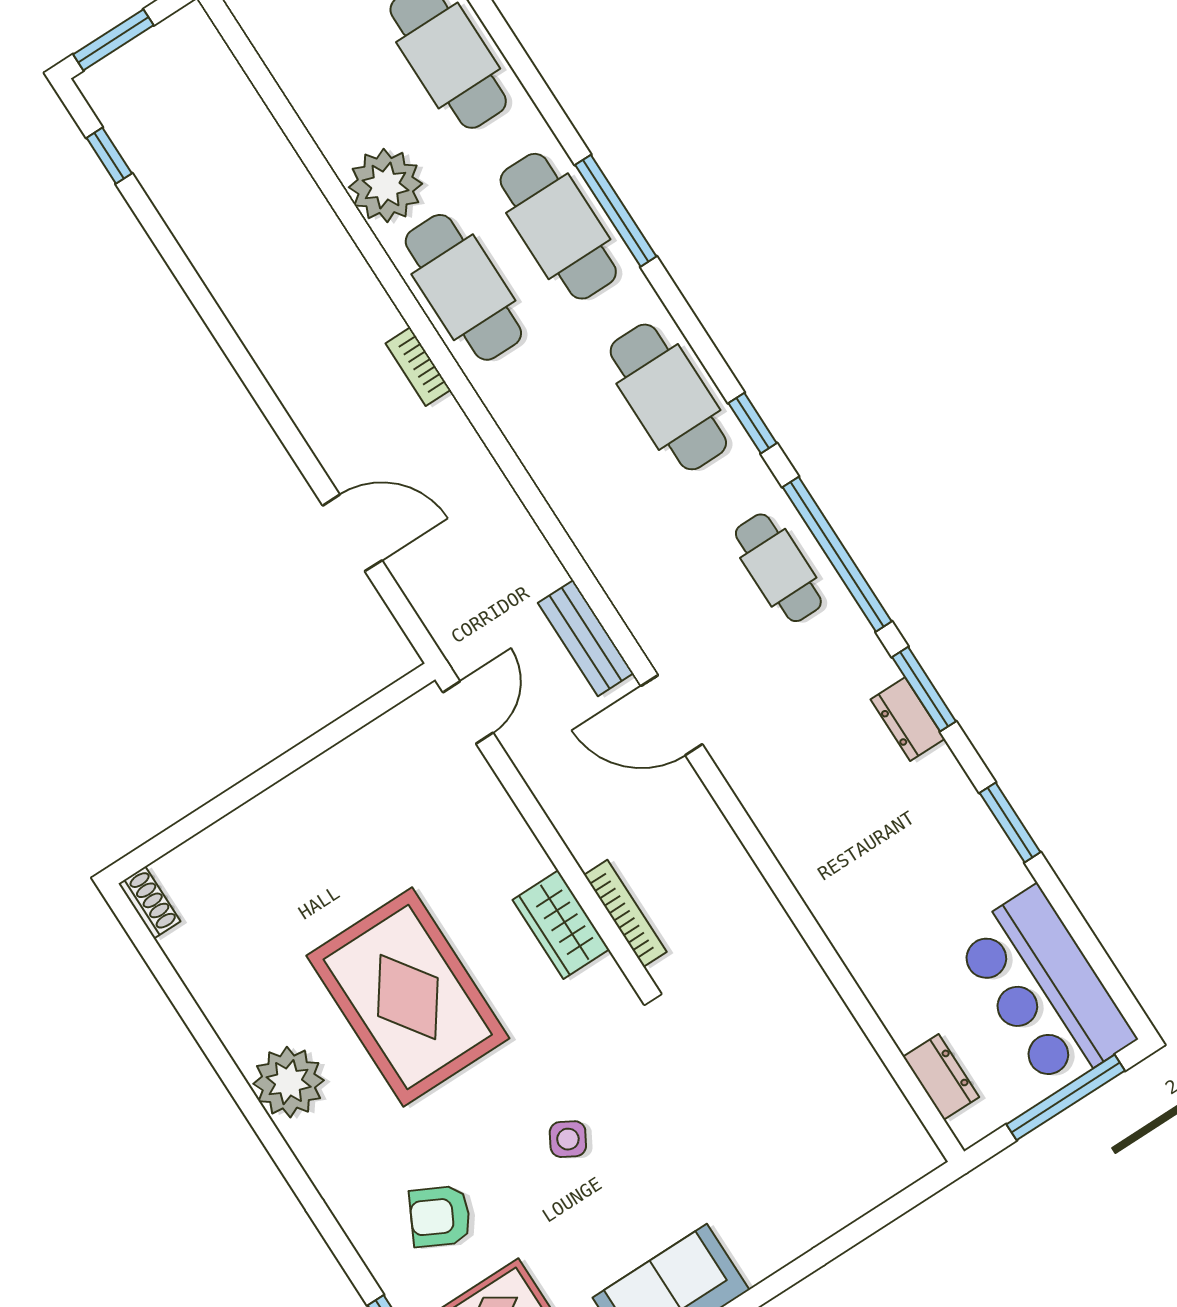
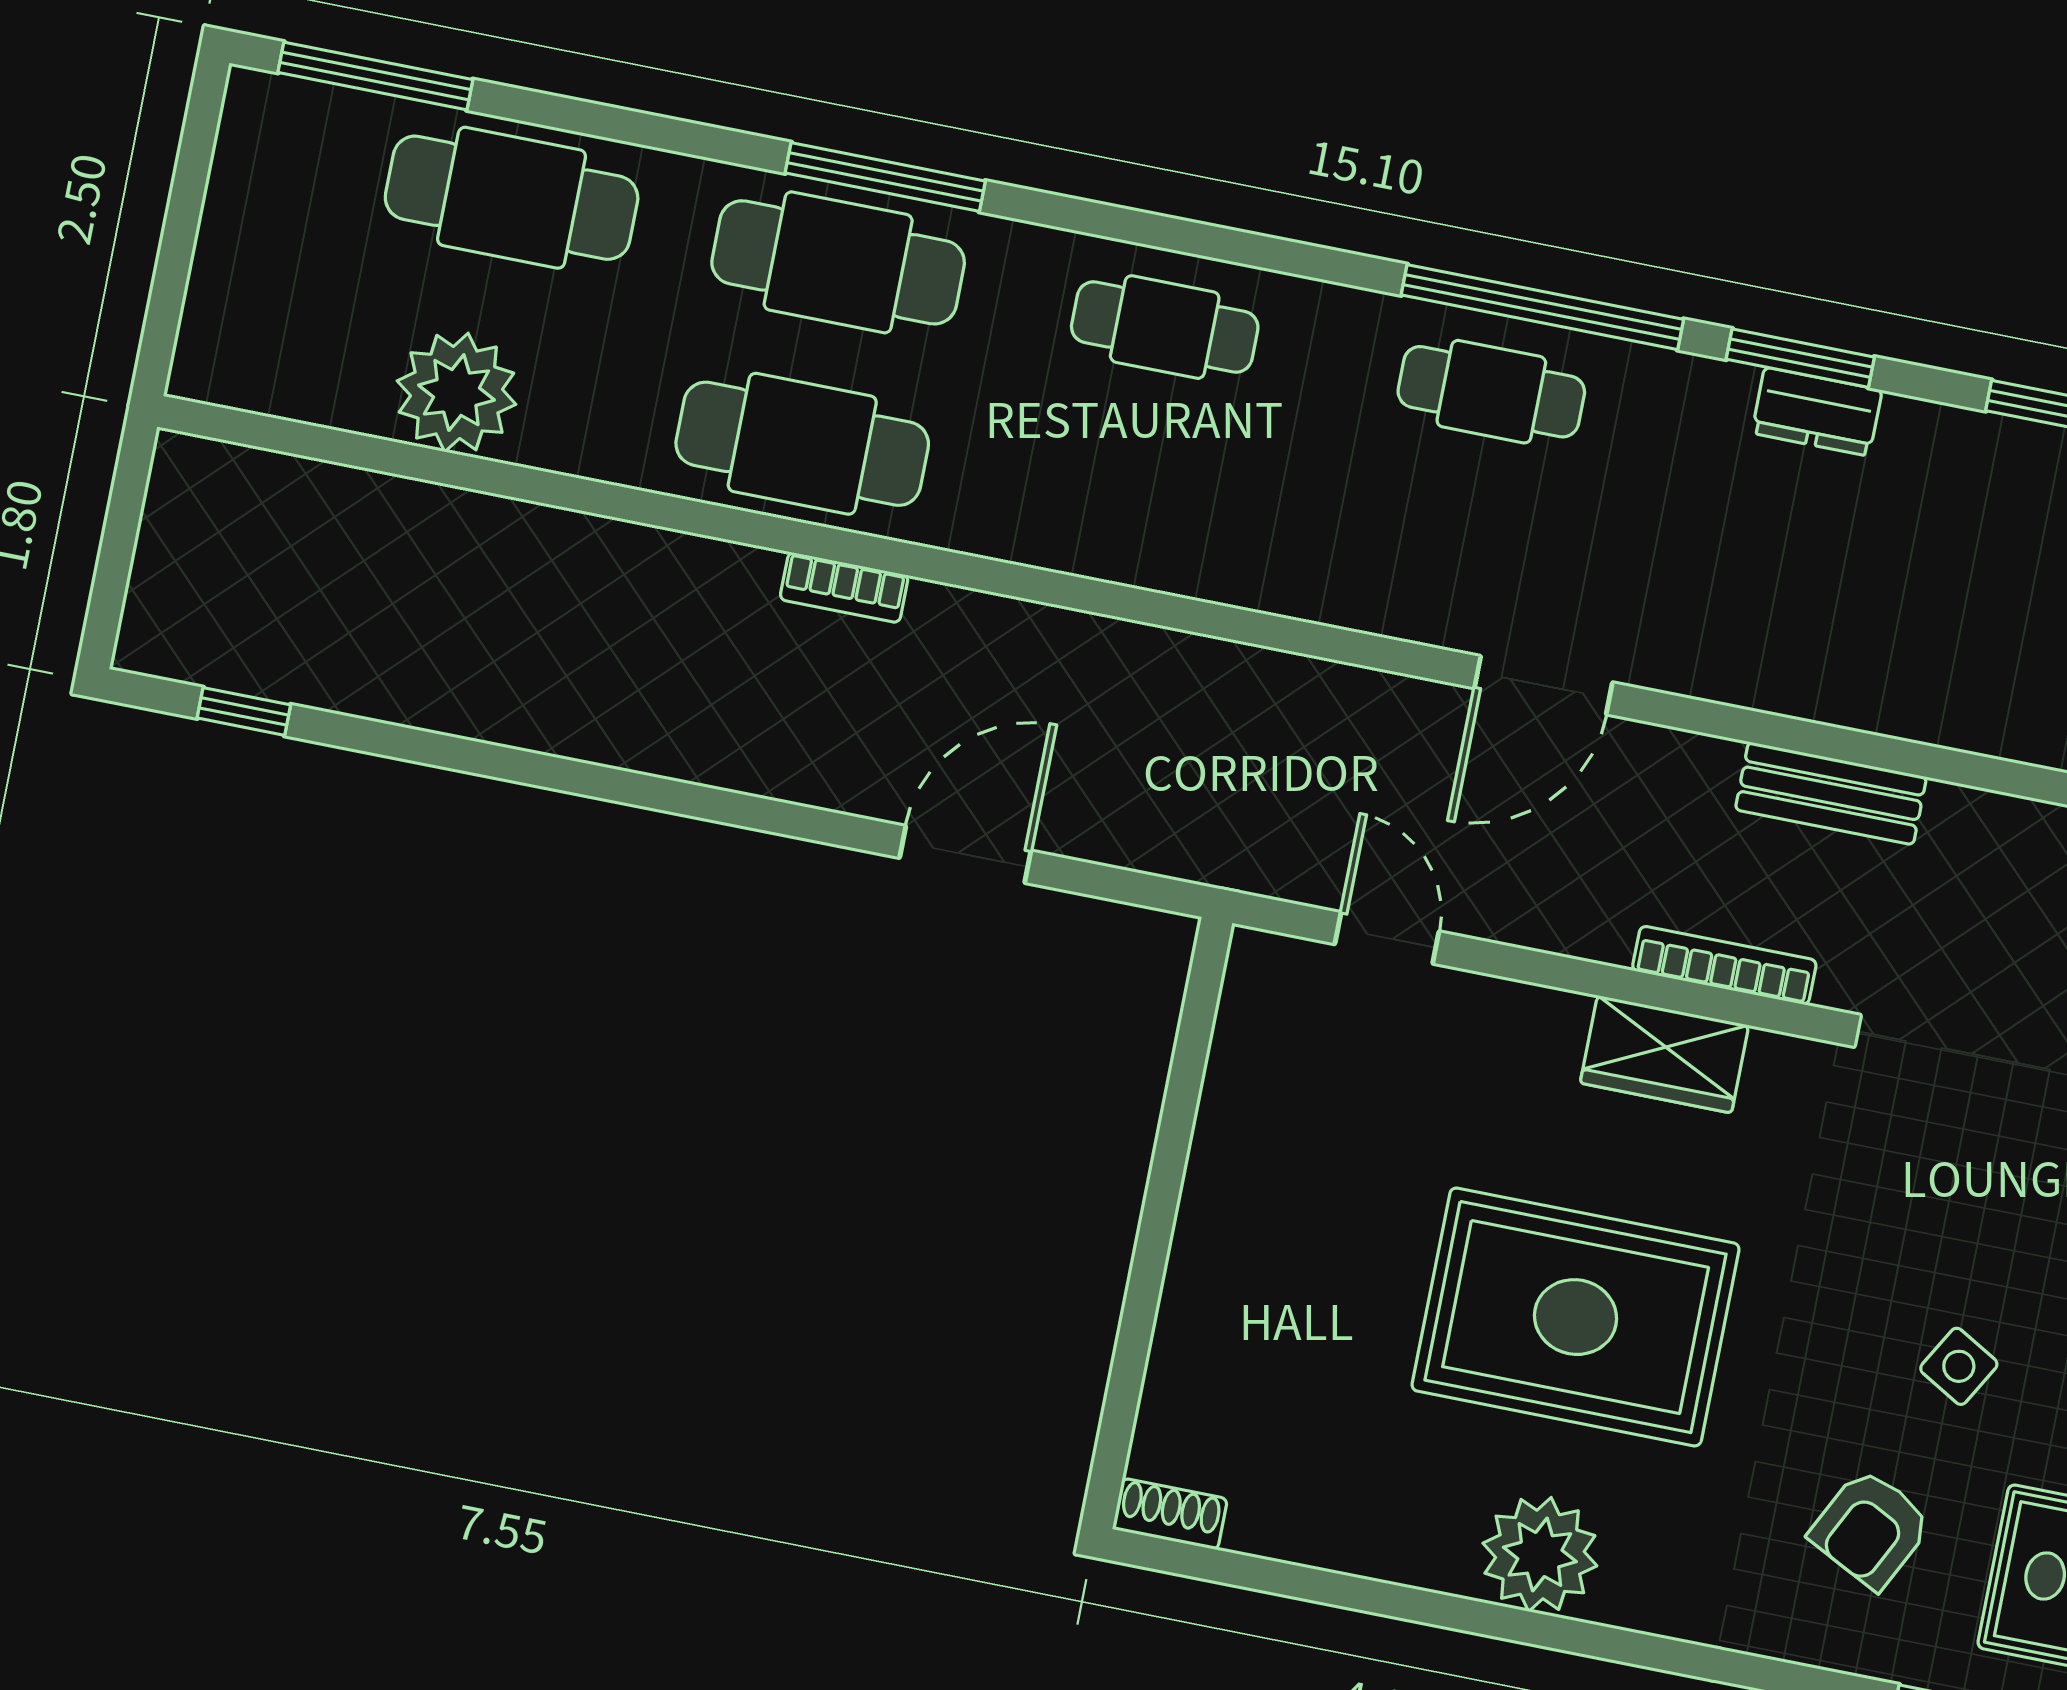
window: (113, 40) -> (112, 575), removed
plant: (385, 185) -> (456, 393), moved
cafe table: (668, 397) -> (1165, 327), width x0.73, depth x0.74
window: (753, 423) -> (1291, 257), removed
bench: (586, 638) -> (1831, 793), moved
door: (468, 712) -> (1387, 938), moved
side table: (568, 1139) -> (1959, 1366), moved

